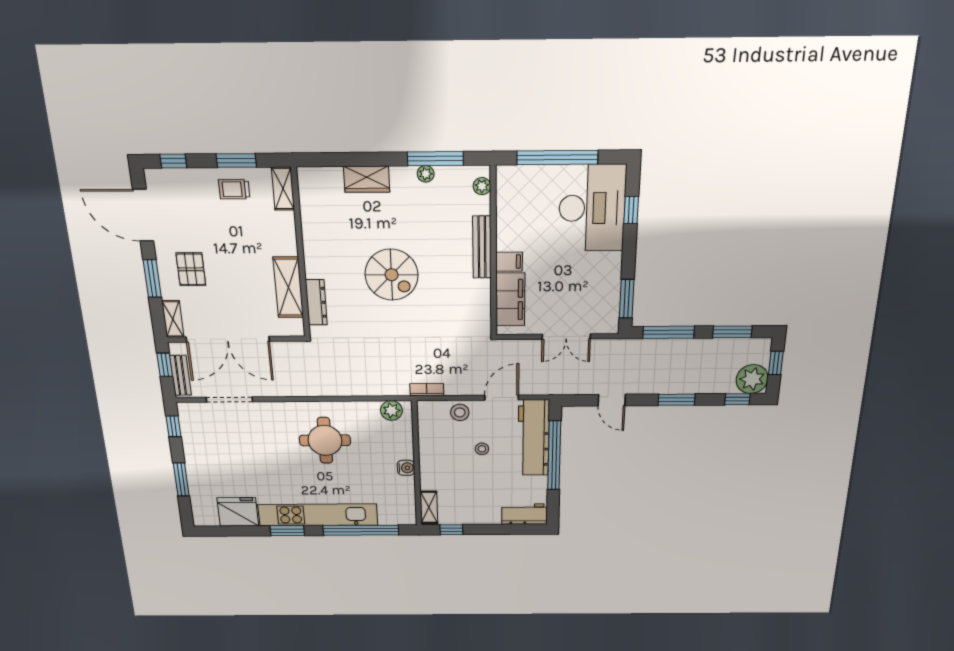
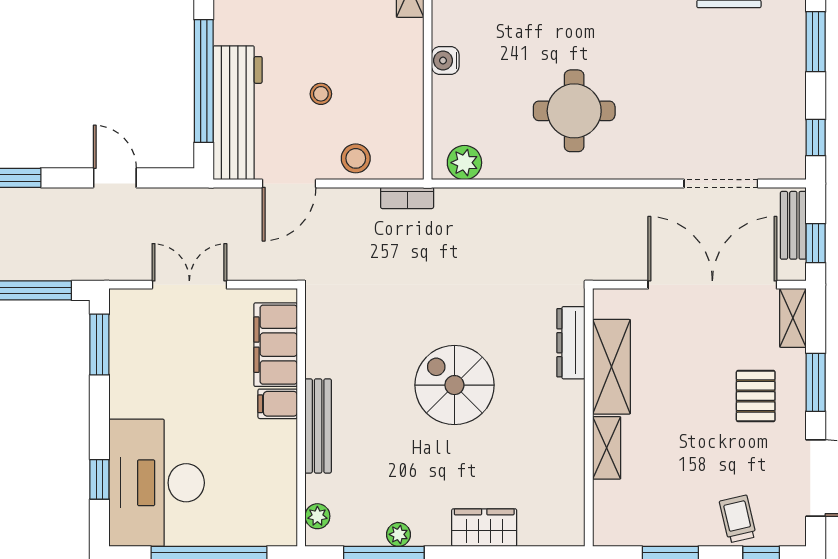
trolley: (234, 189) -> (738, 519), moved, turned -103
shelving: (283, 189) -> (607, 448), moved

